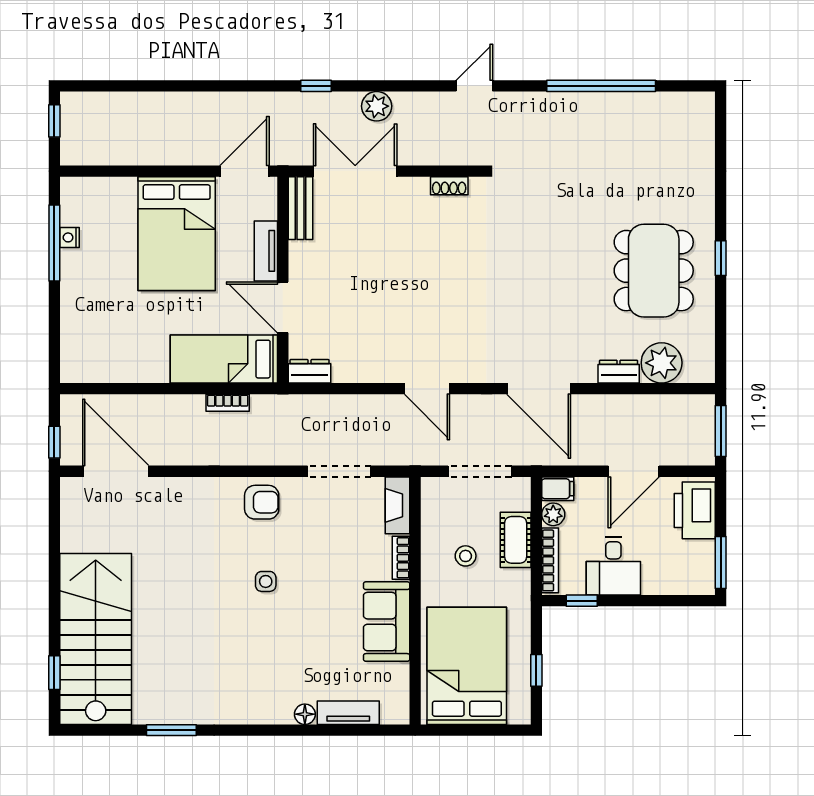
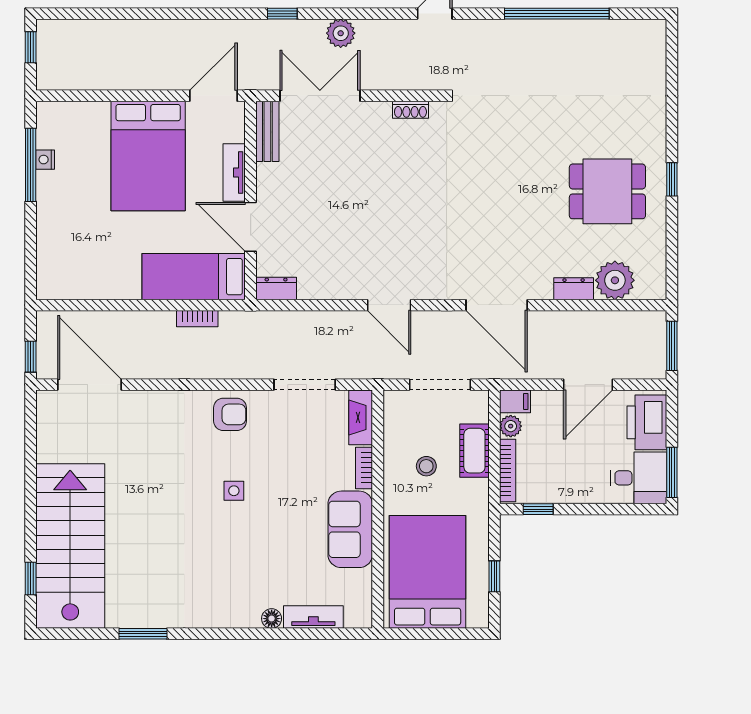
dining table: (654, 271) -> (607, 191), width x0.73
desk: (613, 566) -> (639, 478), moved, turned -90

